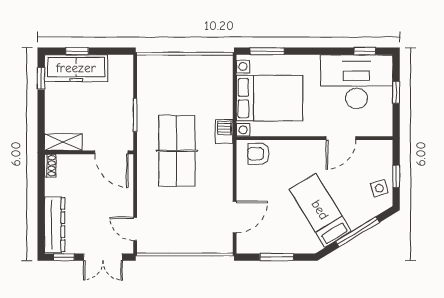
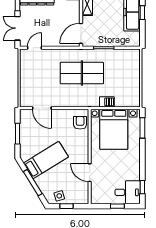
desk: (357, 82) -> (128, 192), width x0.53, depth x0.77
barbecue: (224, 131) -> (107, 102), moved

